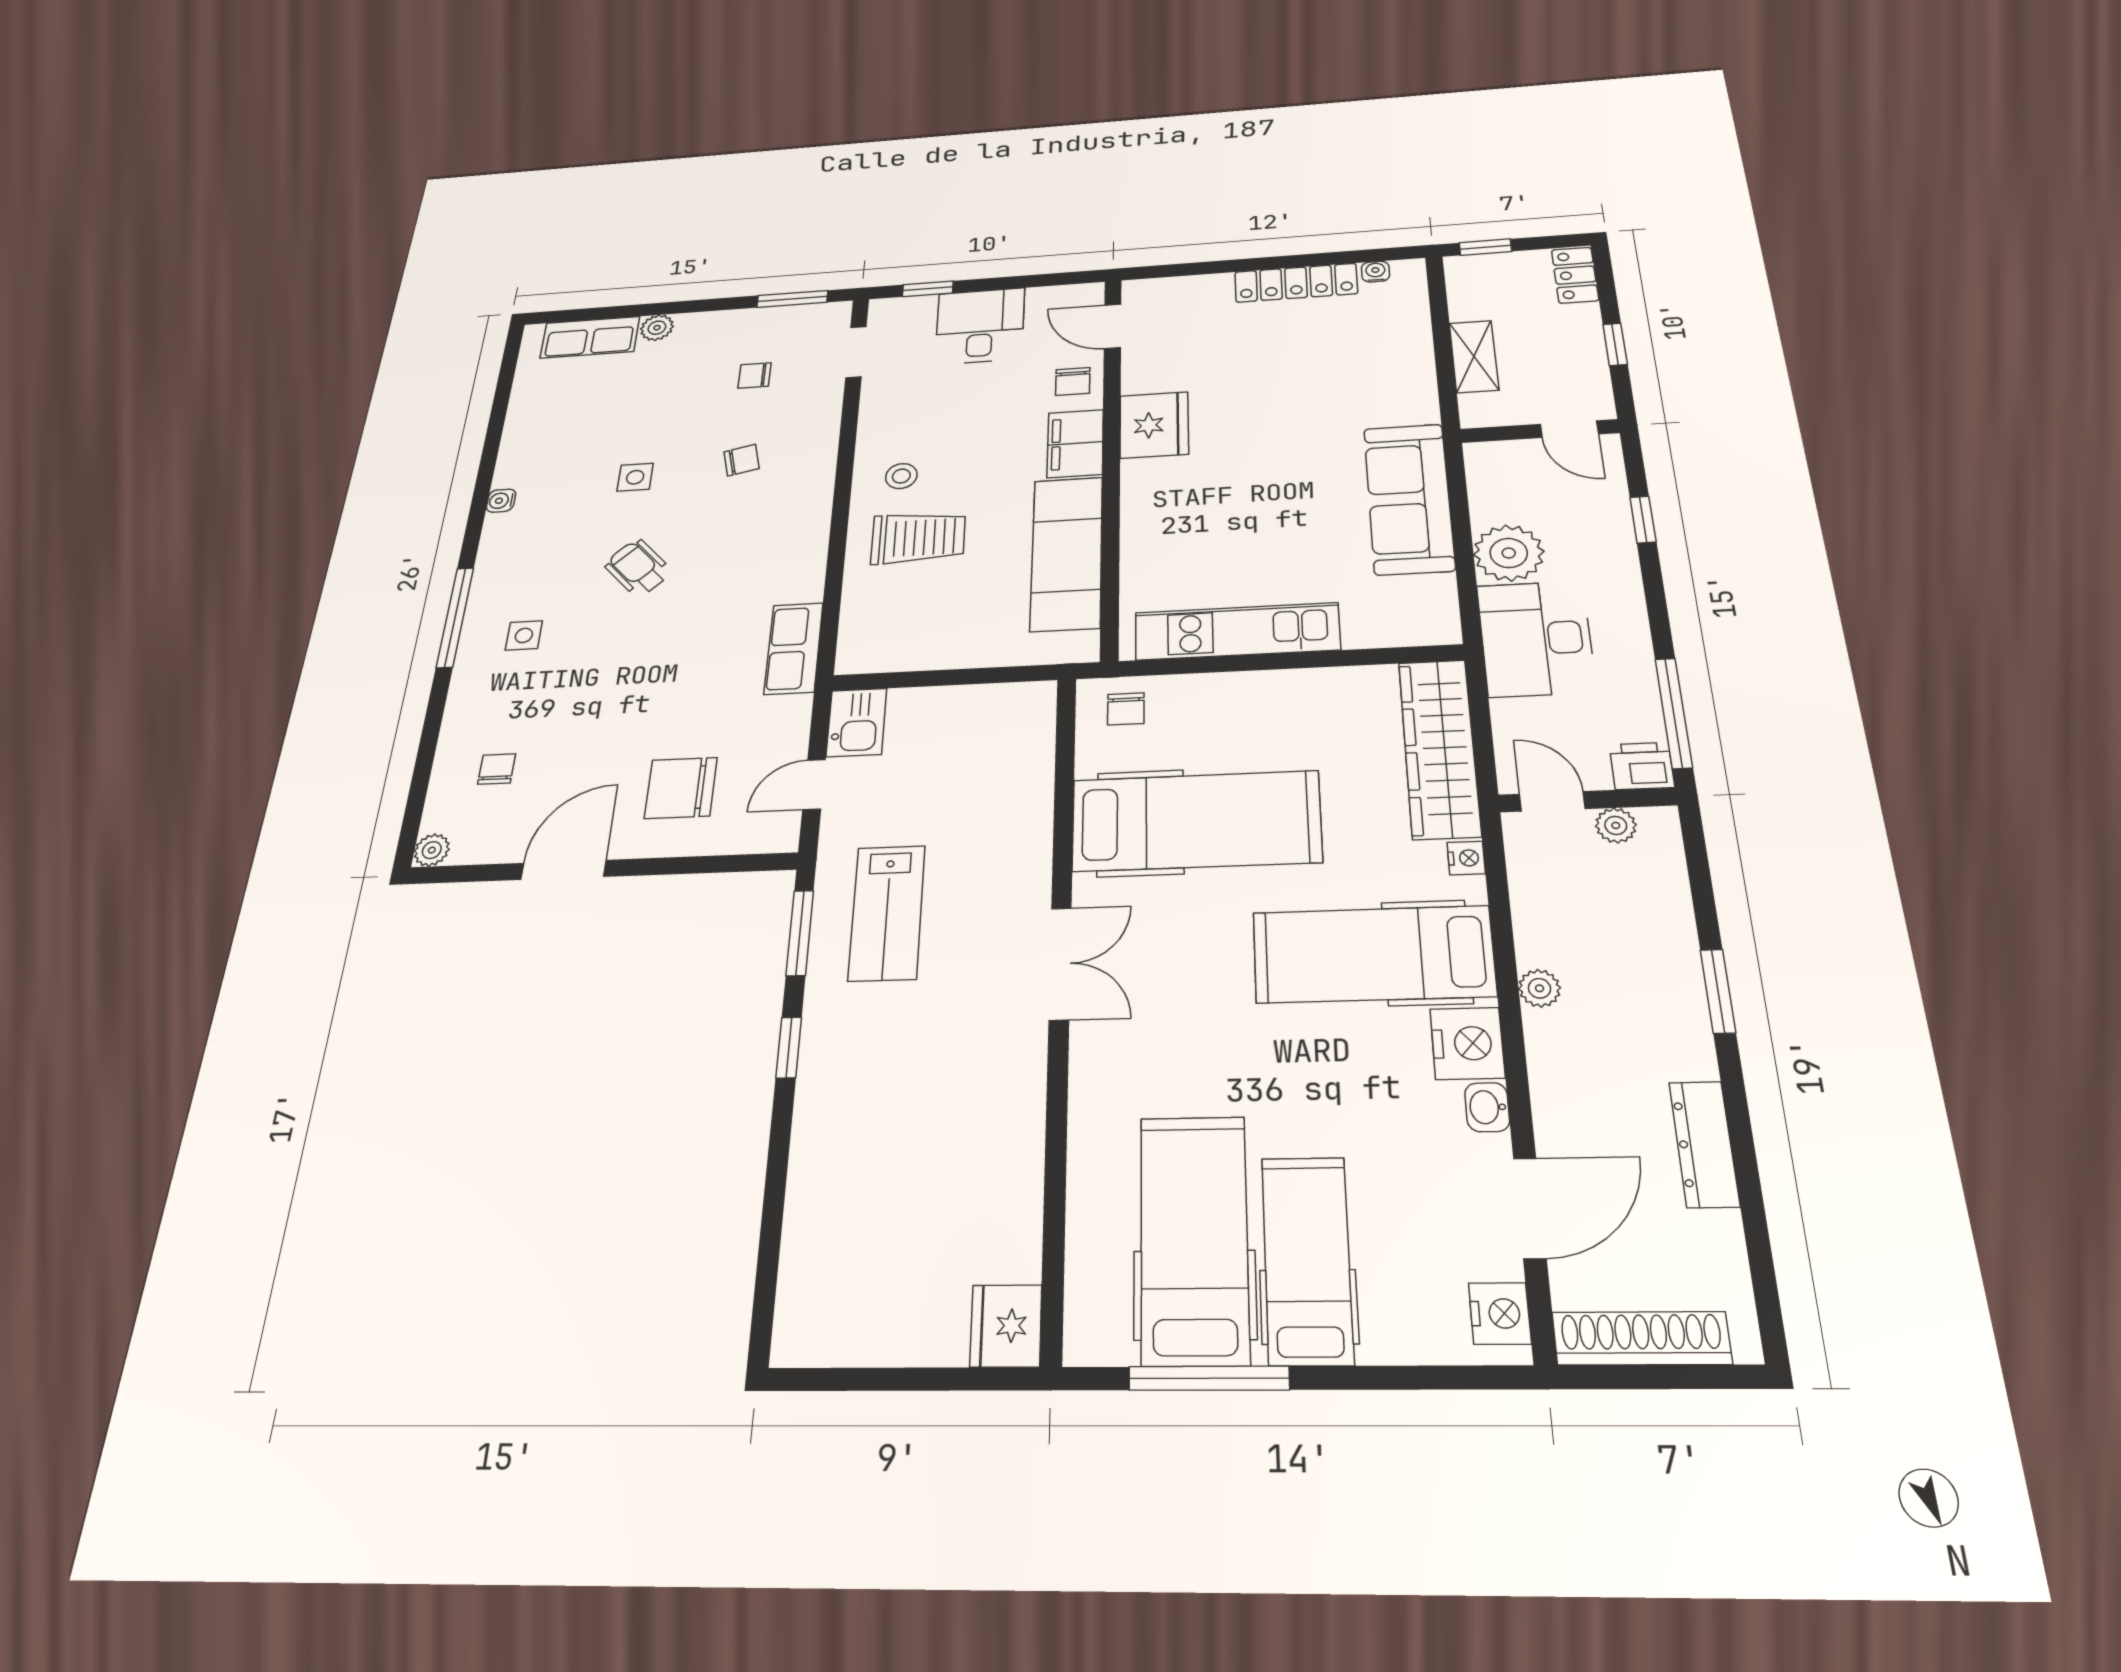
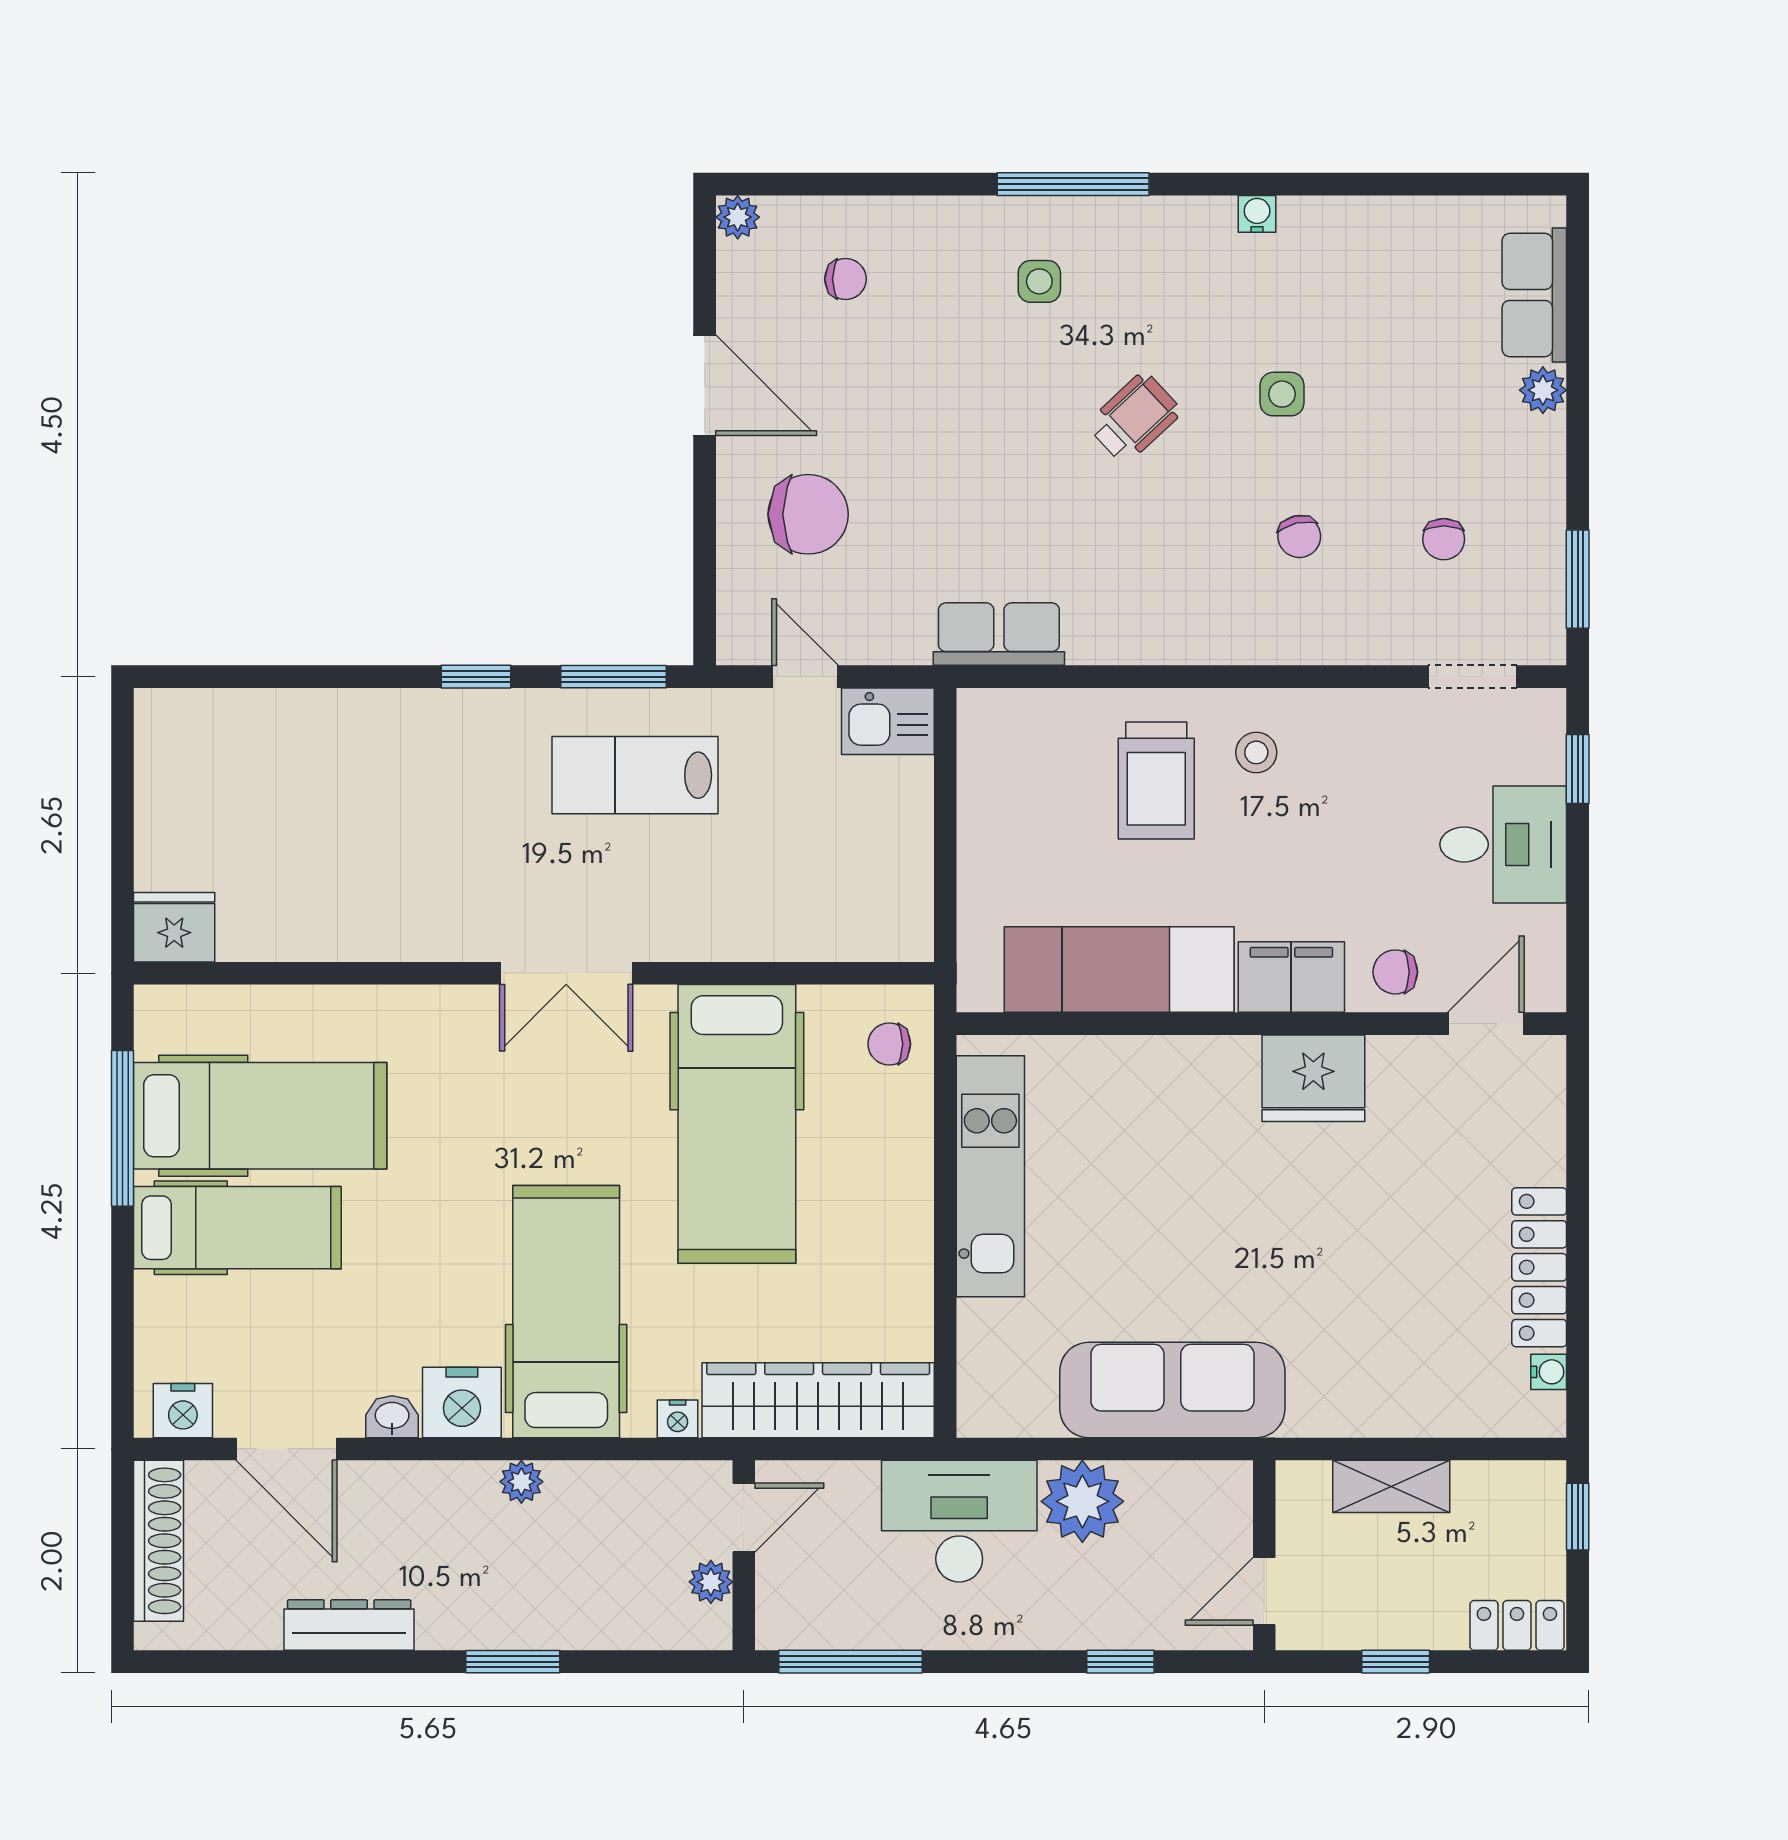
chair: (755, 375) -> (1444, 539), turned 180
printer: (1642, 766) -> (784, 1619), removed
chair: (681, 788) -> (808, 514), turned 90

